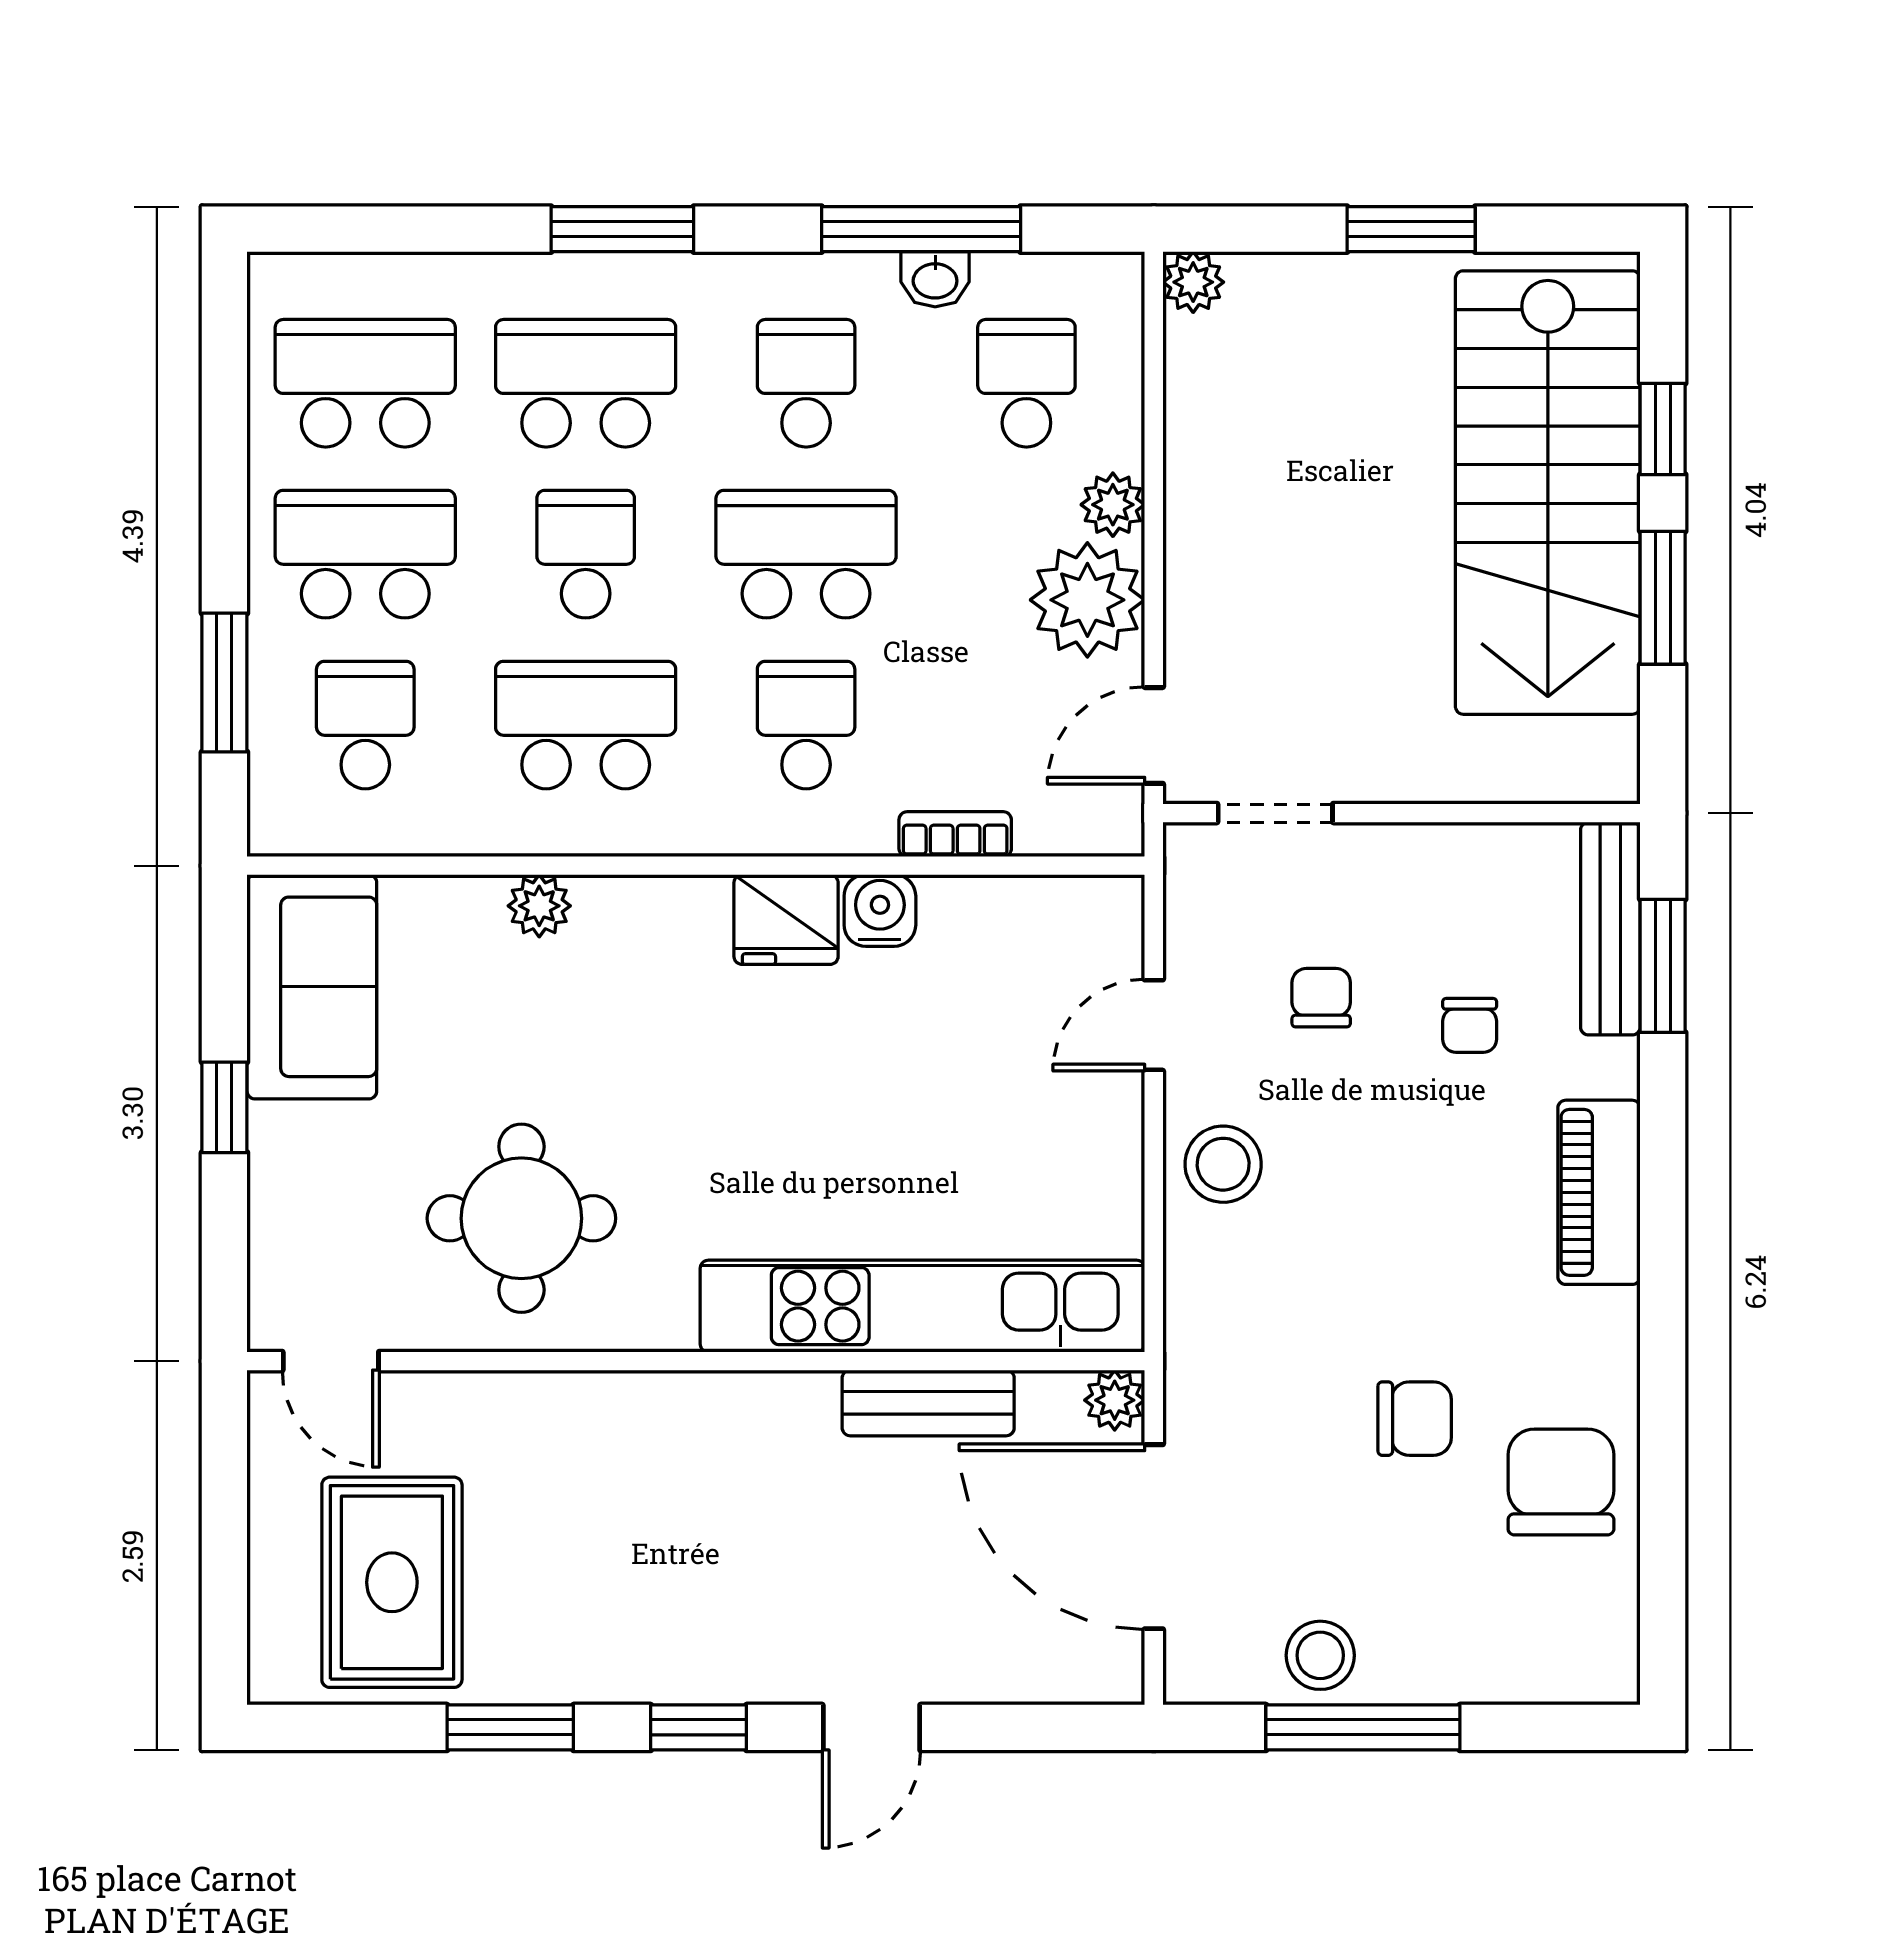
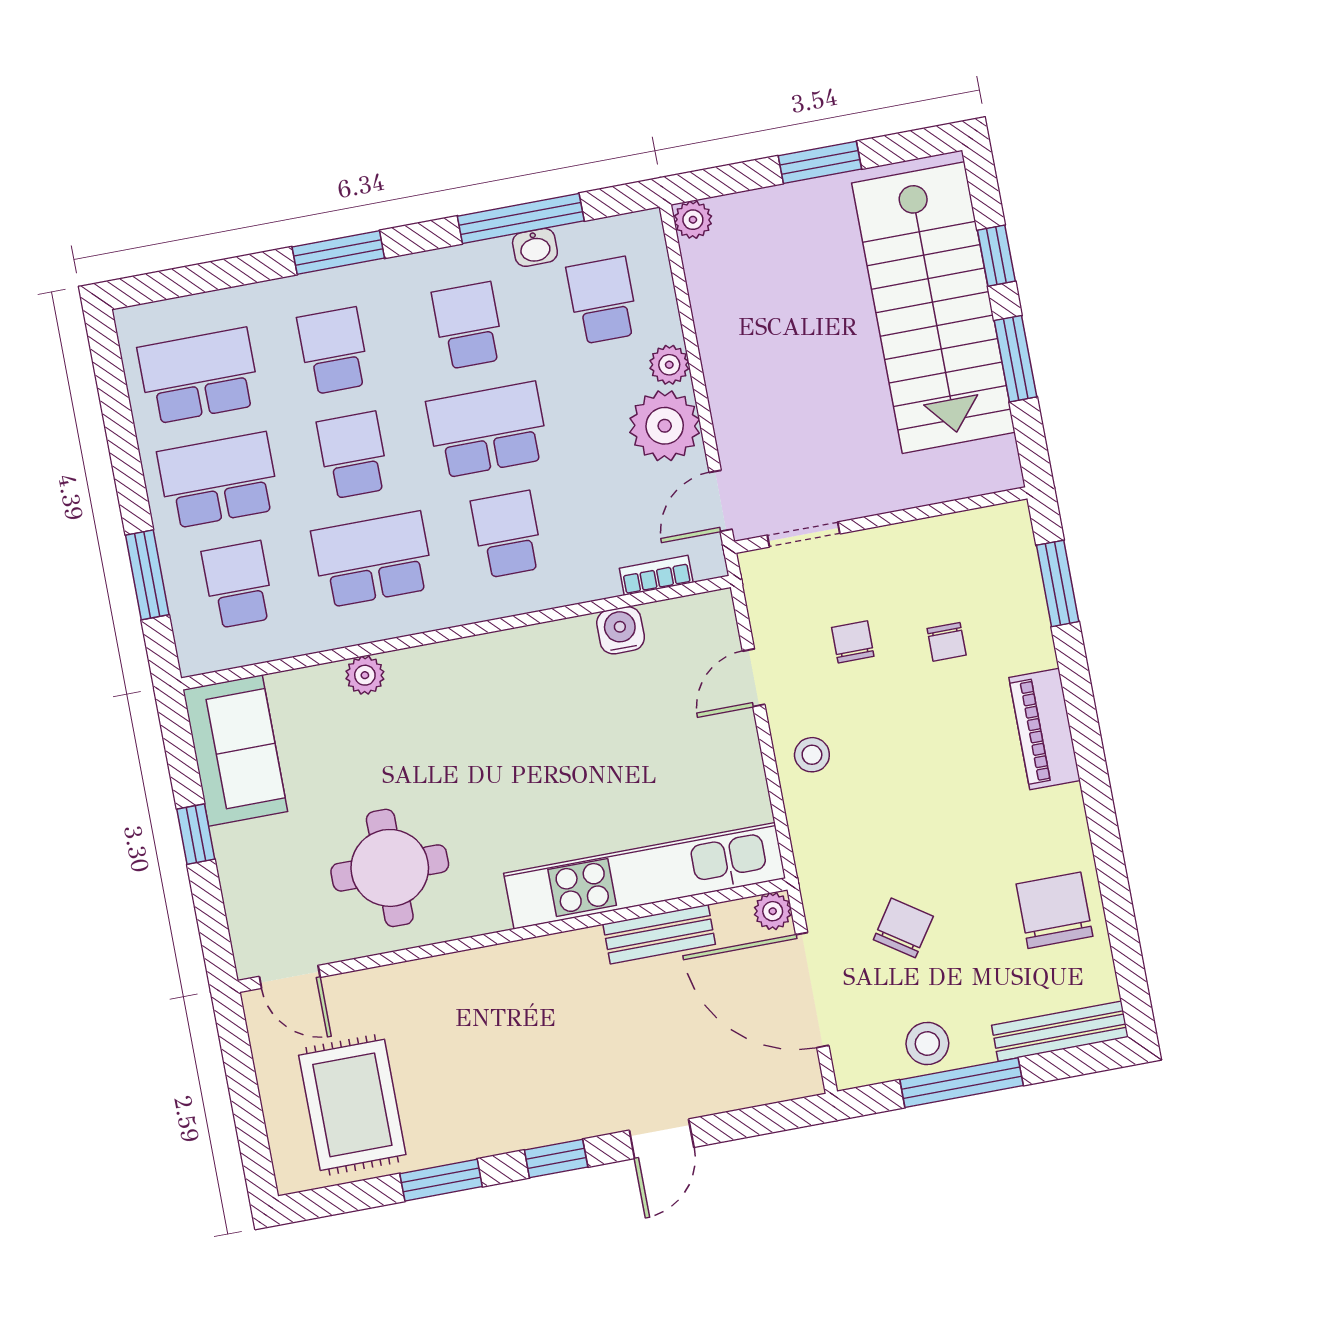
school desk: (586, 383) -> (334, 351), width x0.54
bookcase: (955, 834) -> (656, 575), moved
water cooler: (880, 910) -> (621, 630), moved
fridge: (786, 920) -> (517, 655), removed
bench: (1610, 929) -> (1060, 1031), moved, turned 90
stool: (1223, 1164) -> (812, 755), width x0.73, depth x0.73
chair: (1415, 1419) -> (903, 928), moved, turned -56

